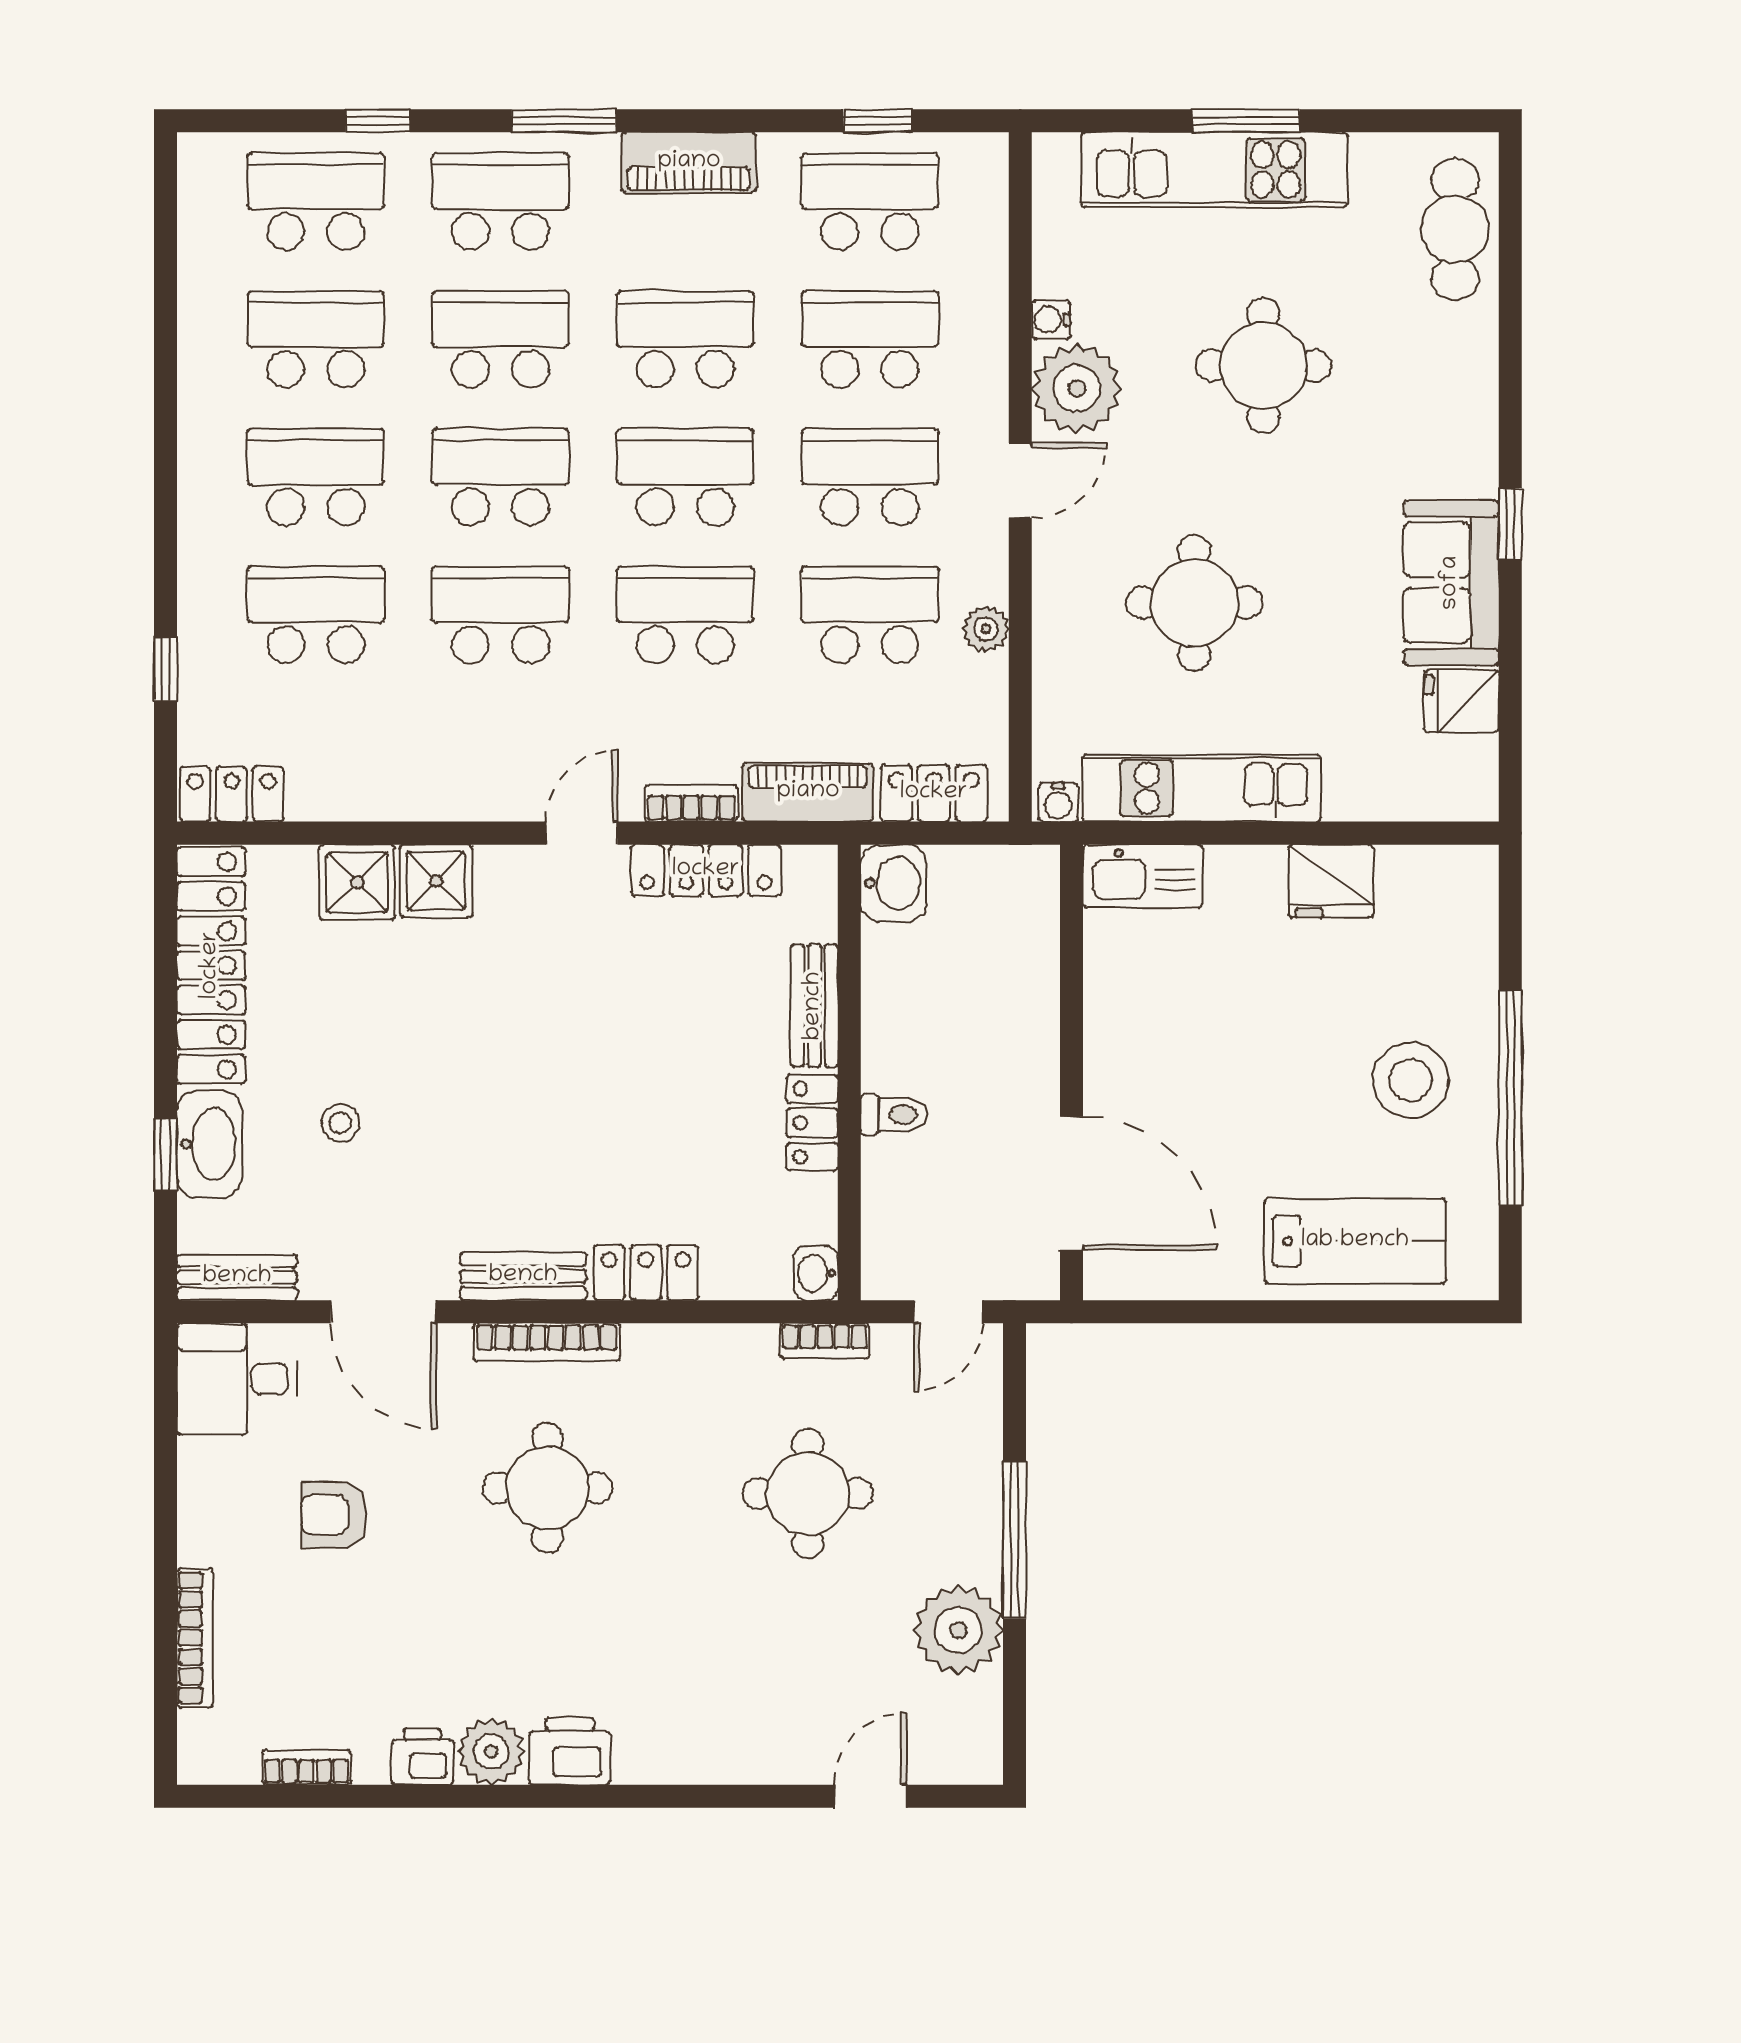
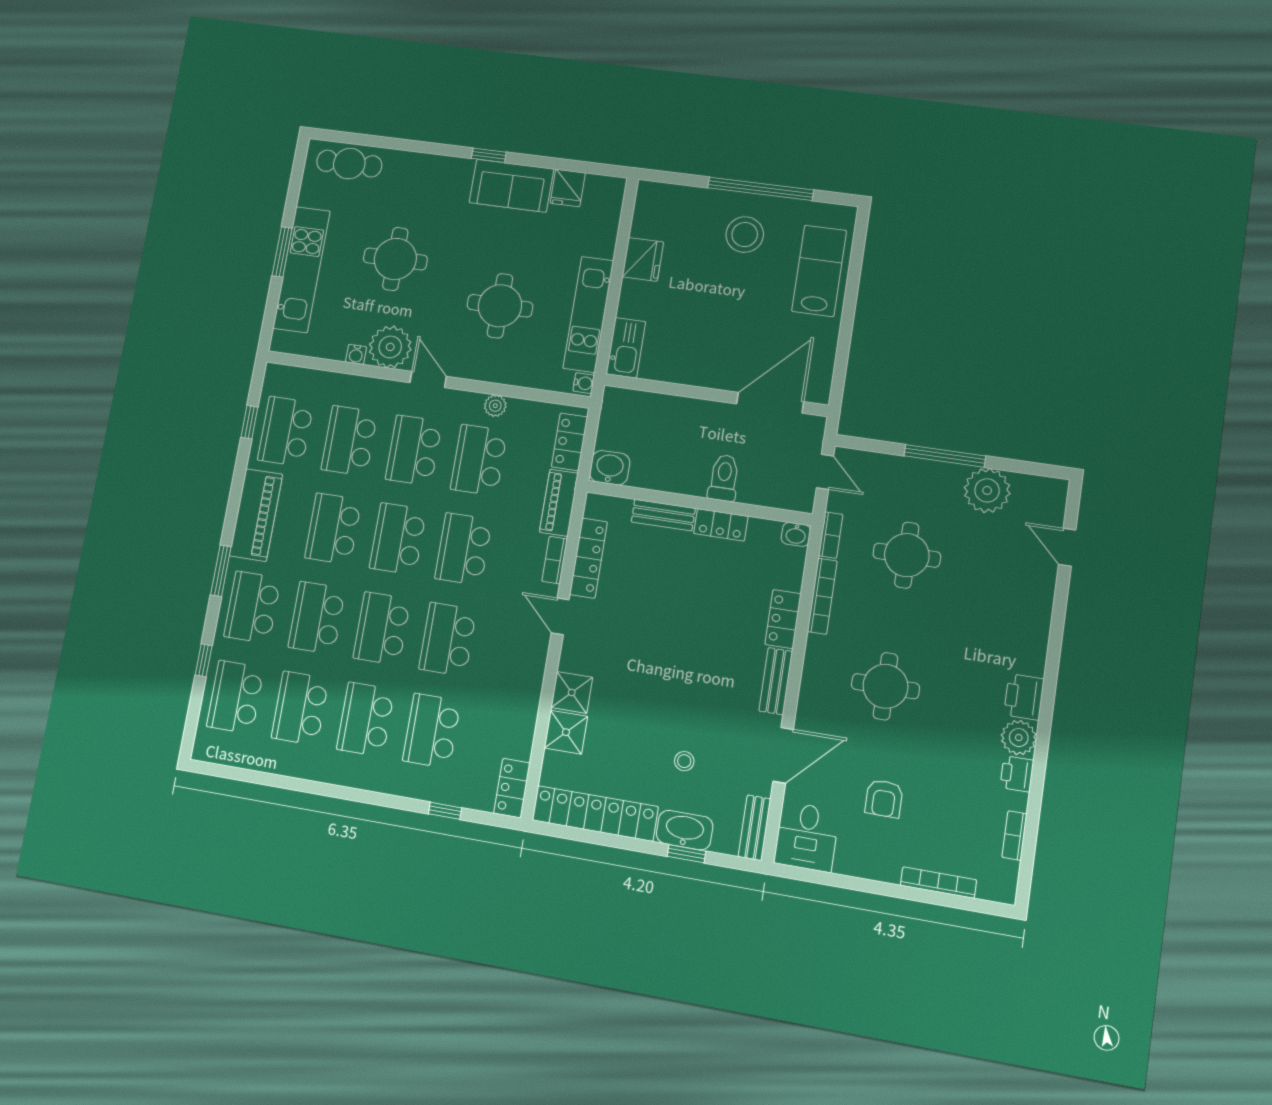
piano: (689, 162) -> (256, 515), width x1.37, depth x1.33
toilet: (894, 1114) -> (724, 478), width x1.37, depth x1.39
bookcase: (547, 1342) -> (822, 596), moved

